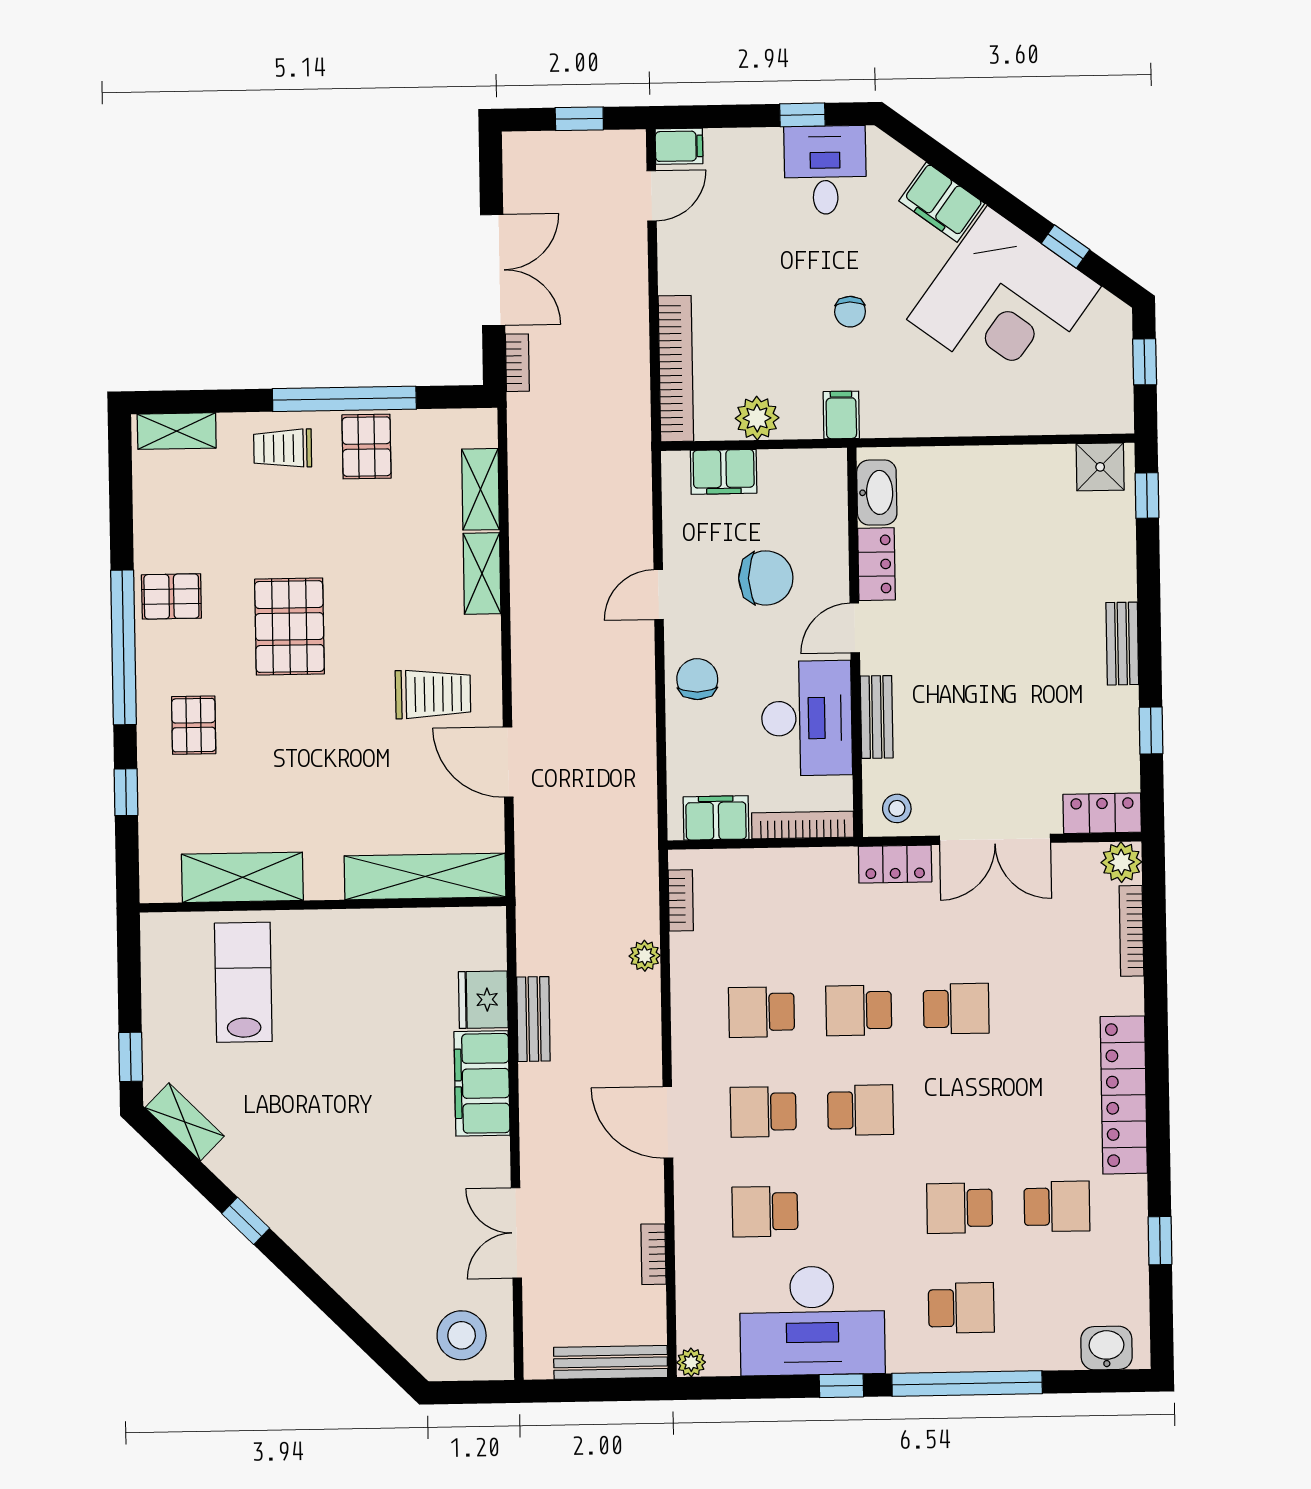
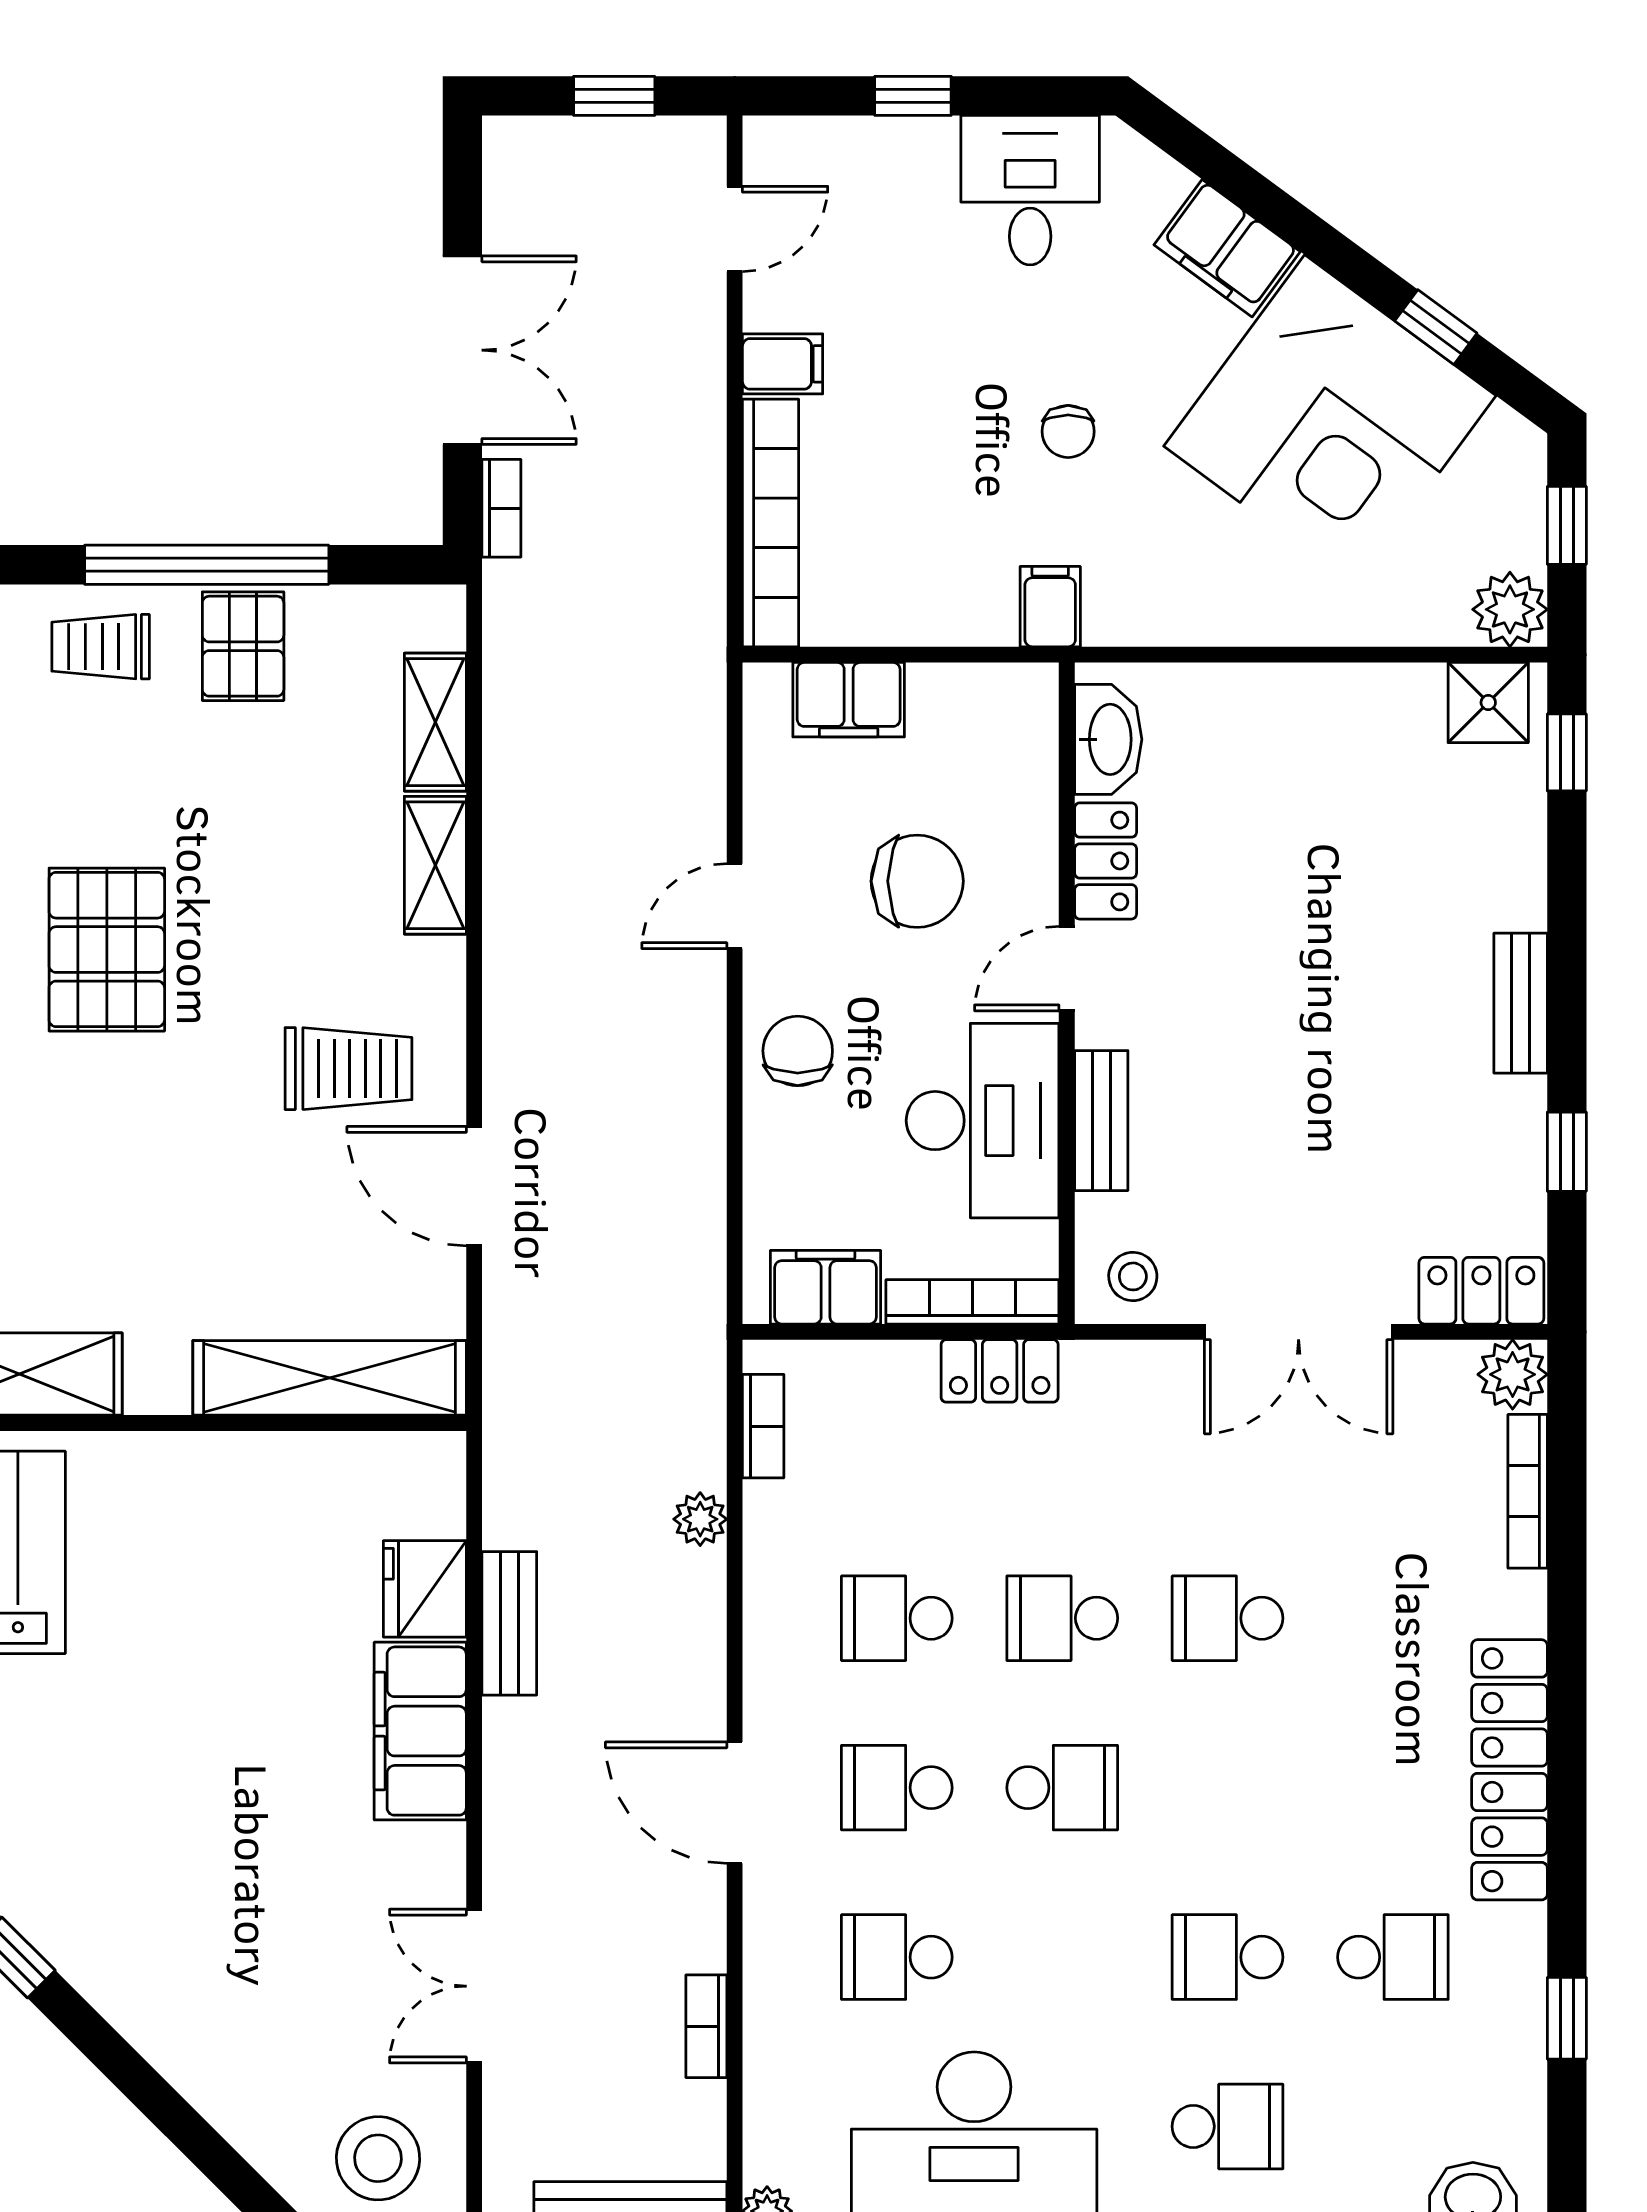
window: (802, 115) -> (913, 96), moved
filing cabinet: (679, 146) -> (783, 364), moved
plant: (757, 418) -> (1510, 609), moved
locker: (895, 864) -> (1000, 1371), moved
school desk: (956, 1009) -> (1228, 1618), turned 180

